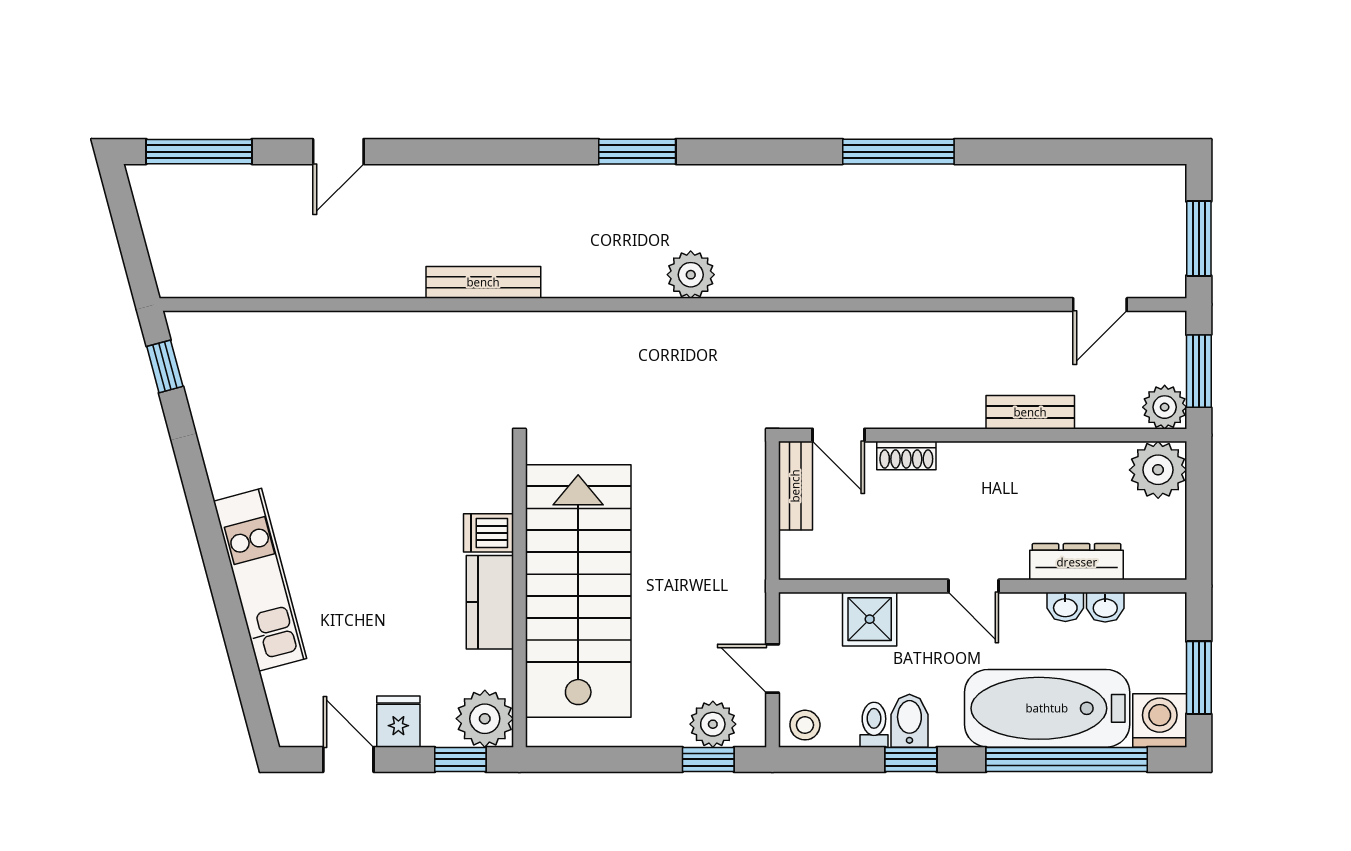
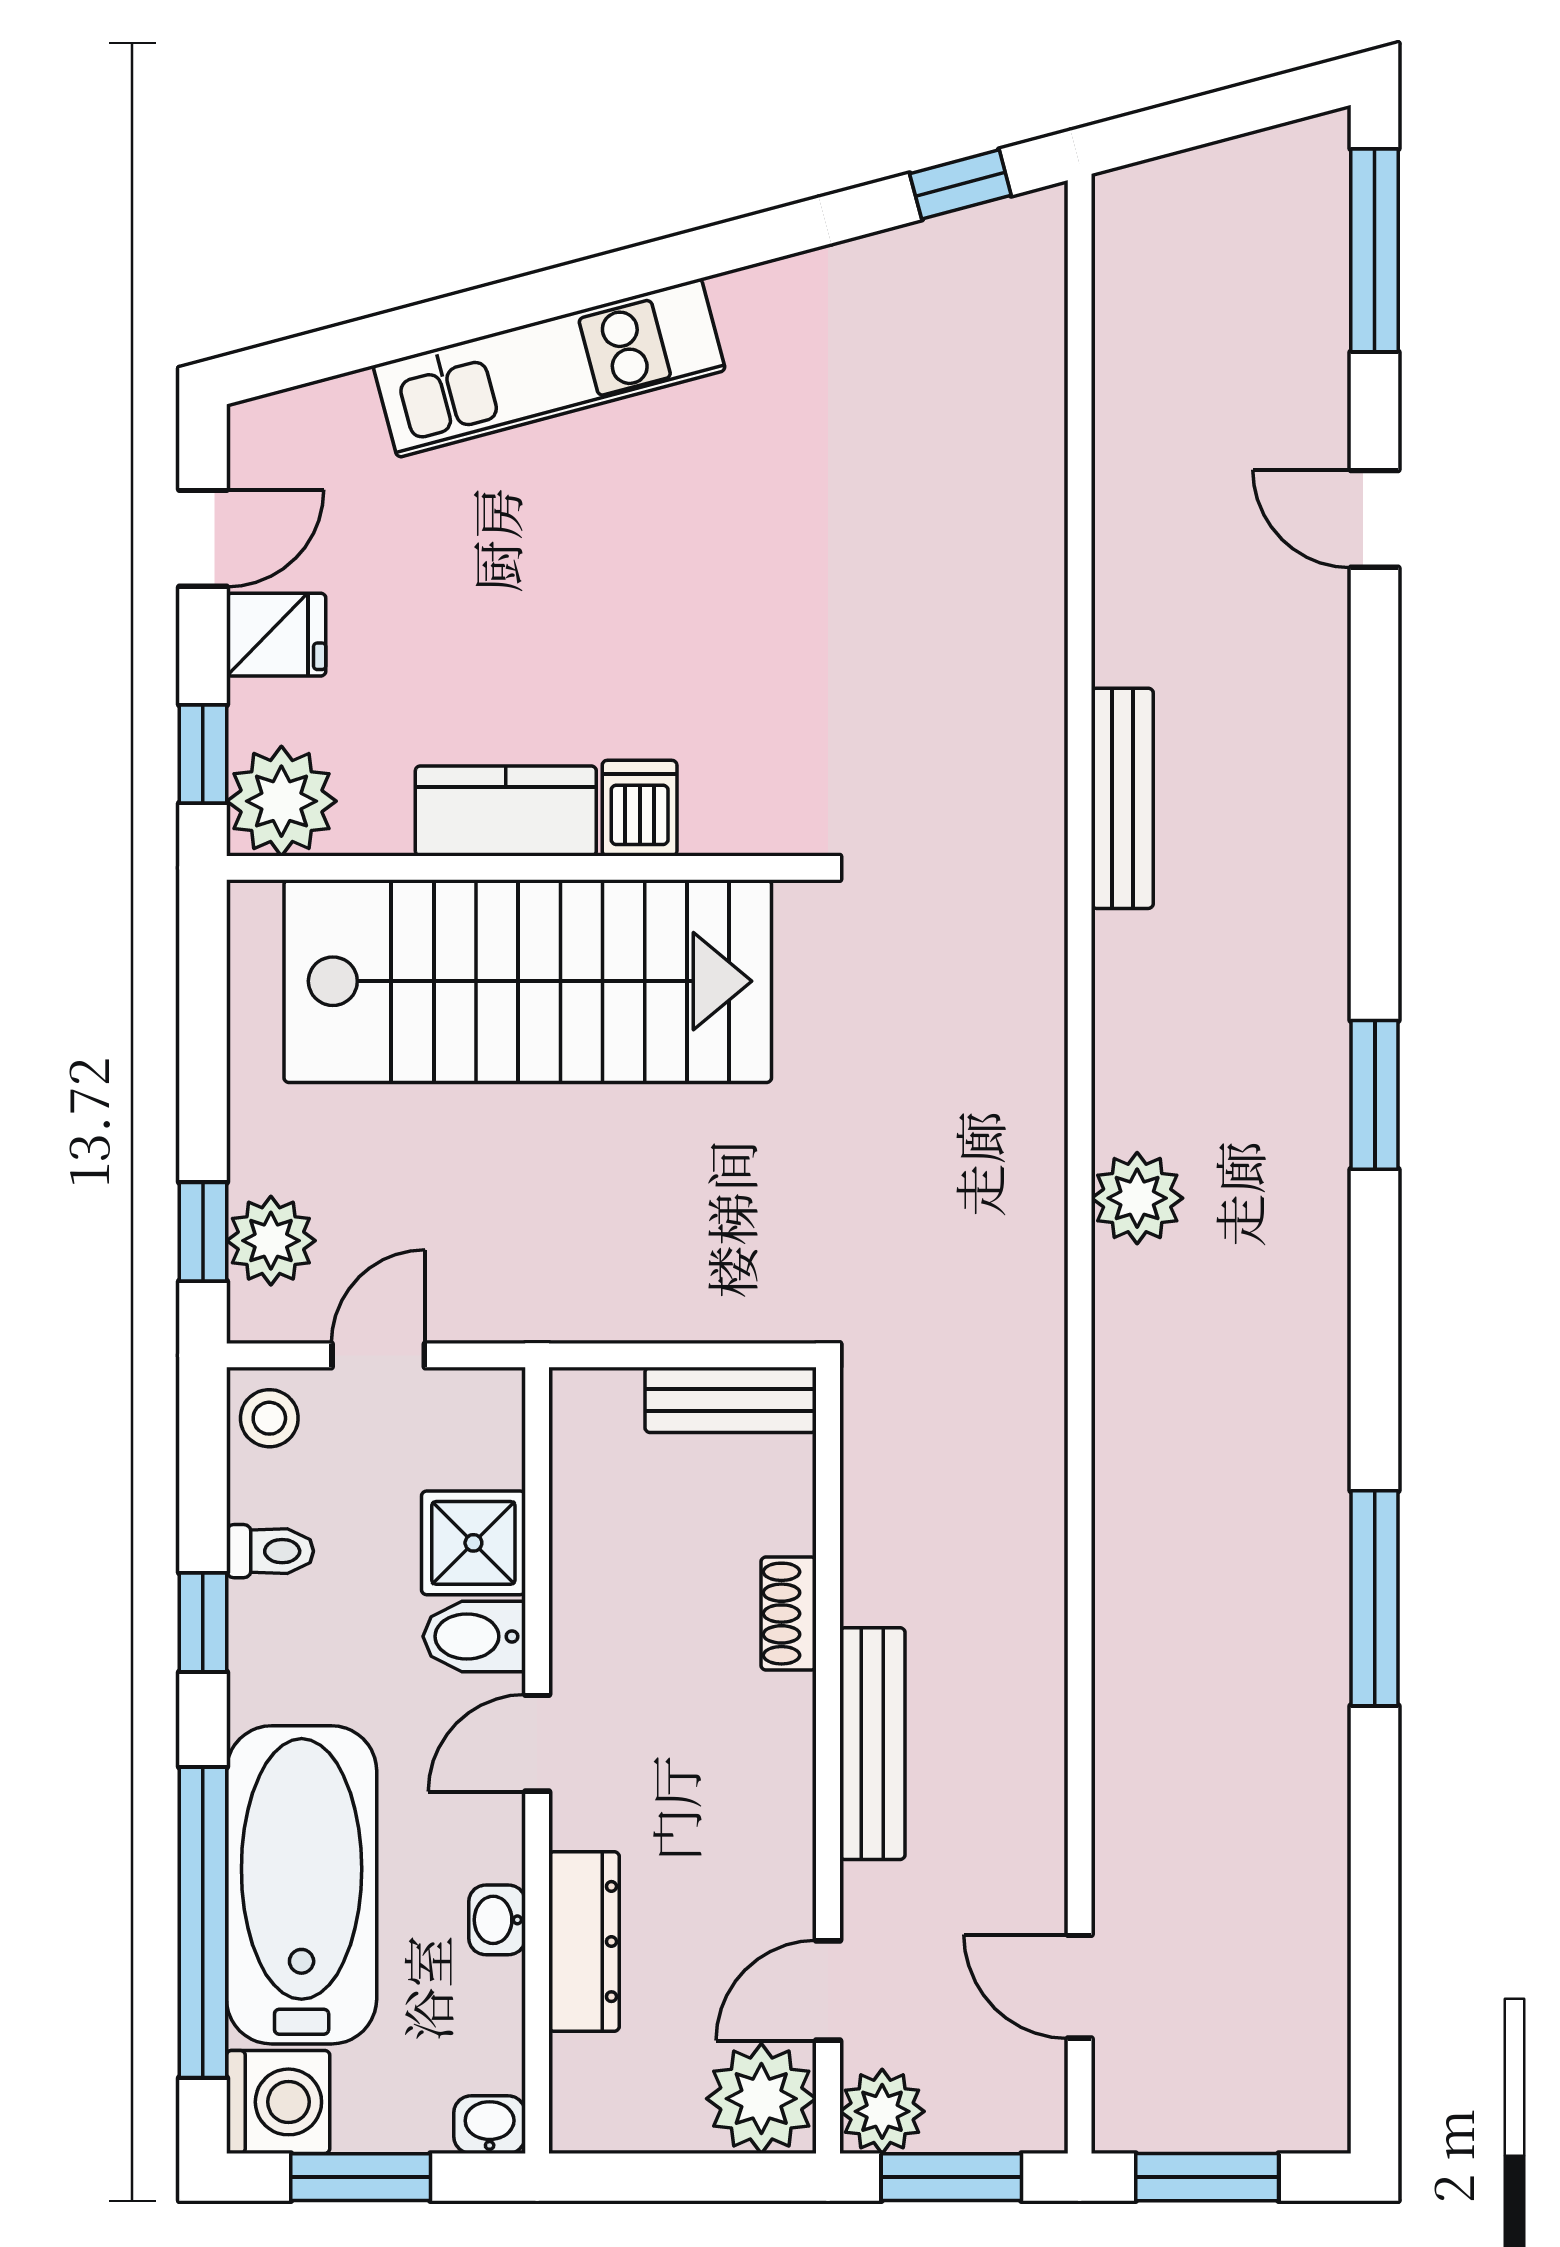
bench: (1030, 412) -> (872, 1744), moved, width x1.36
door: (838, 435) -> (828, 1990), moved
washbasin: (1105, 607) -> (490, 2125), moved, turned 90
bidet: (909, 721) -> (474, 1636), moved, turned 180

